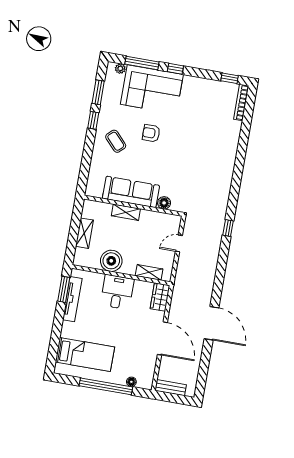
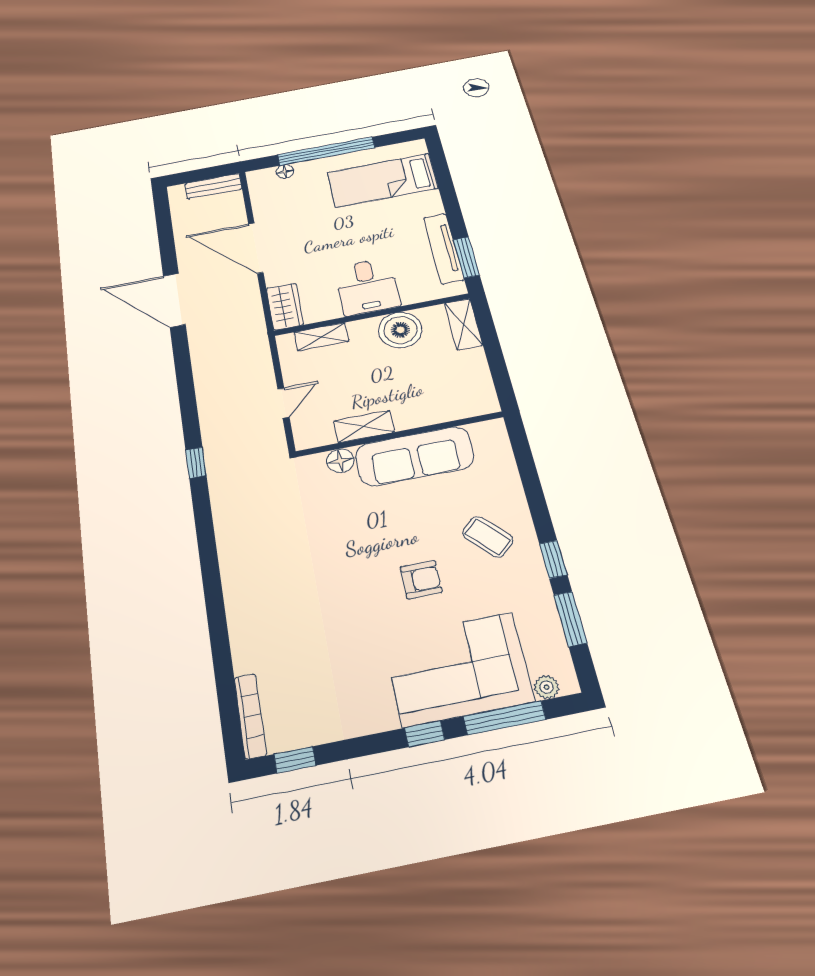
shelving: (126, 212) -> (364, 426), moved
shelving: (84, 233) -> (464, 324), moved

